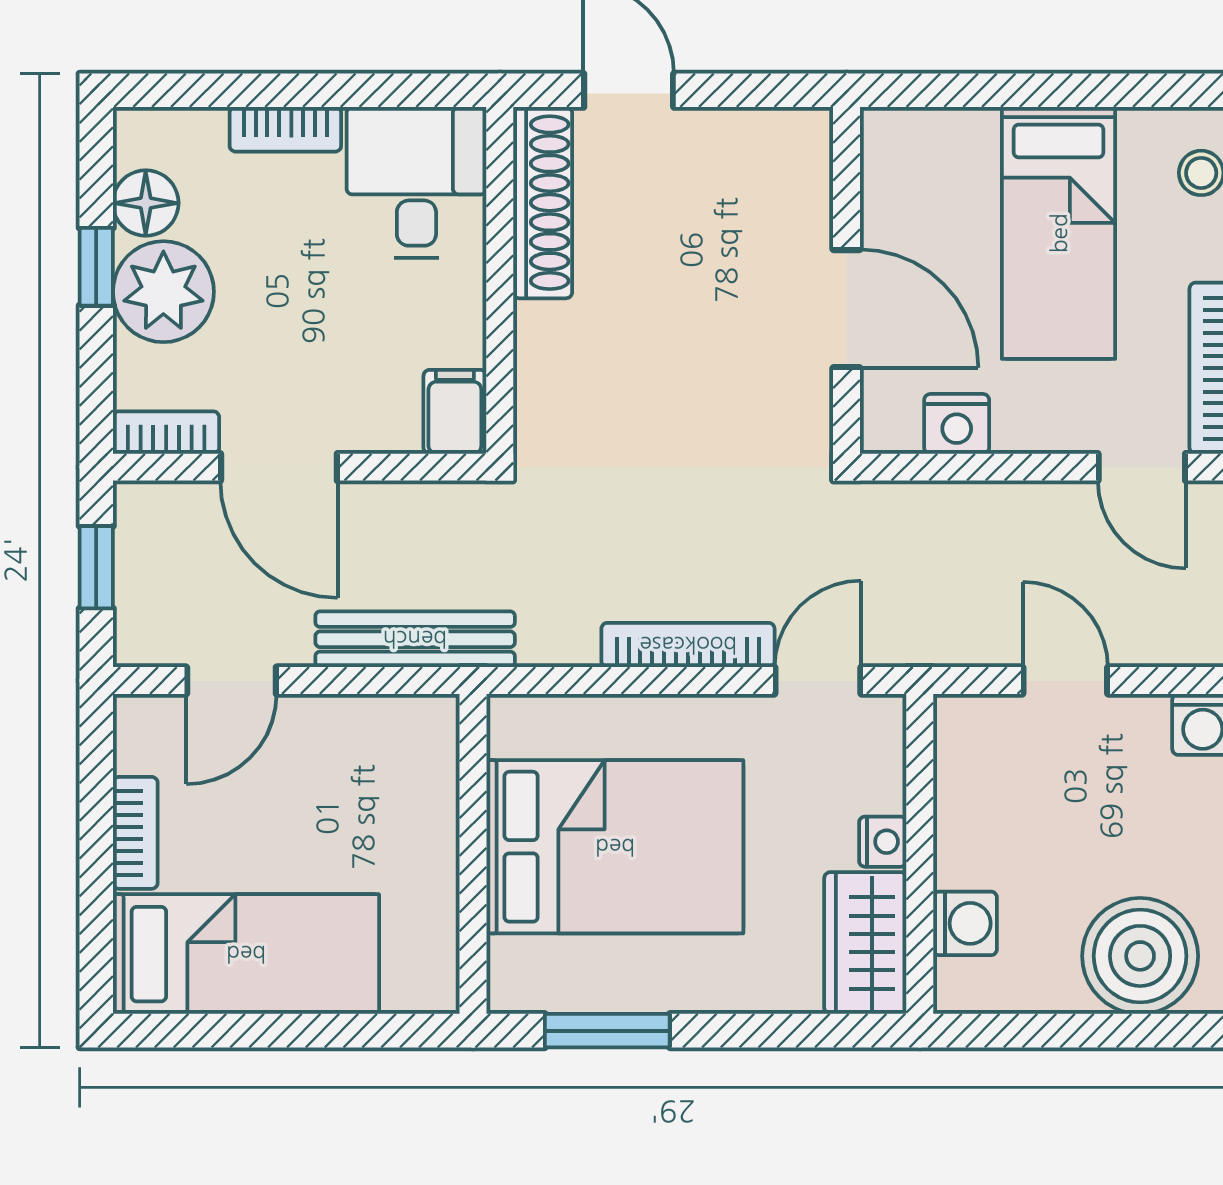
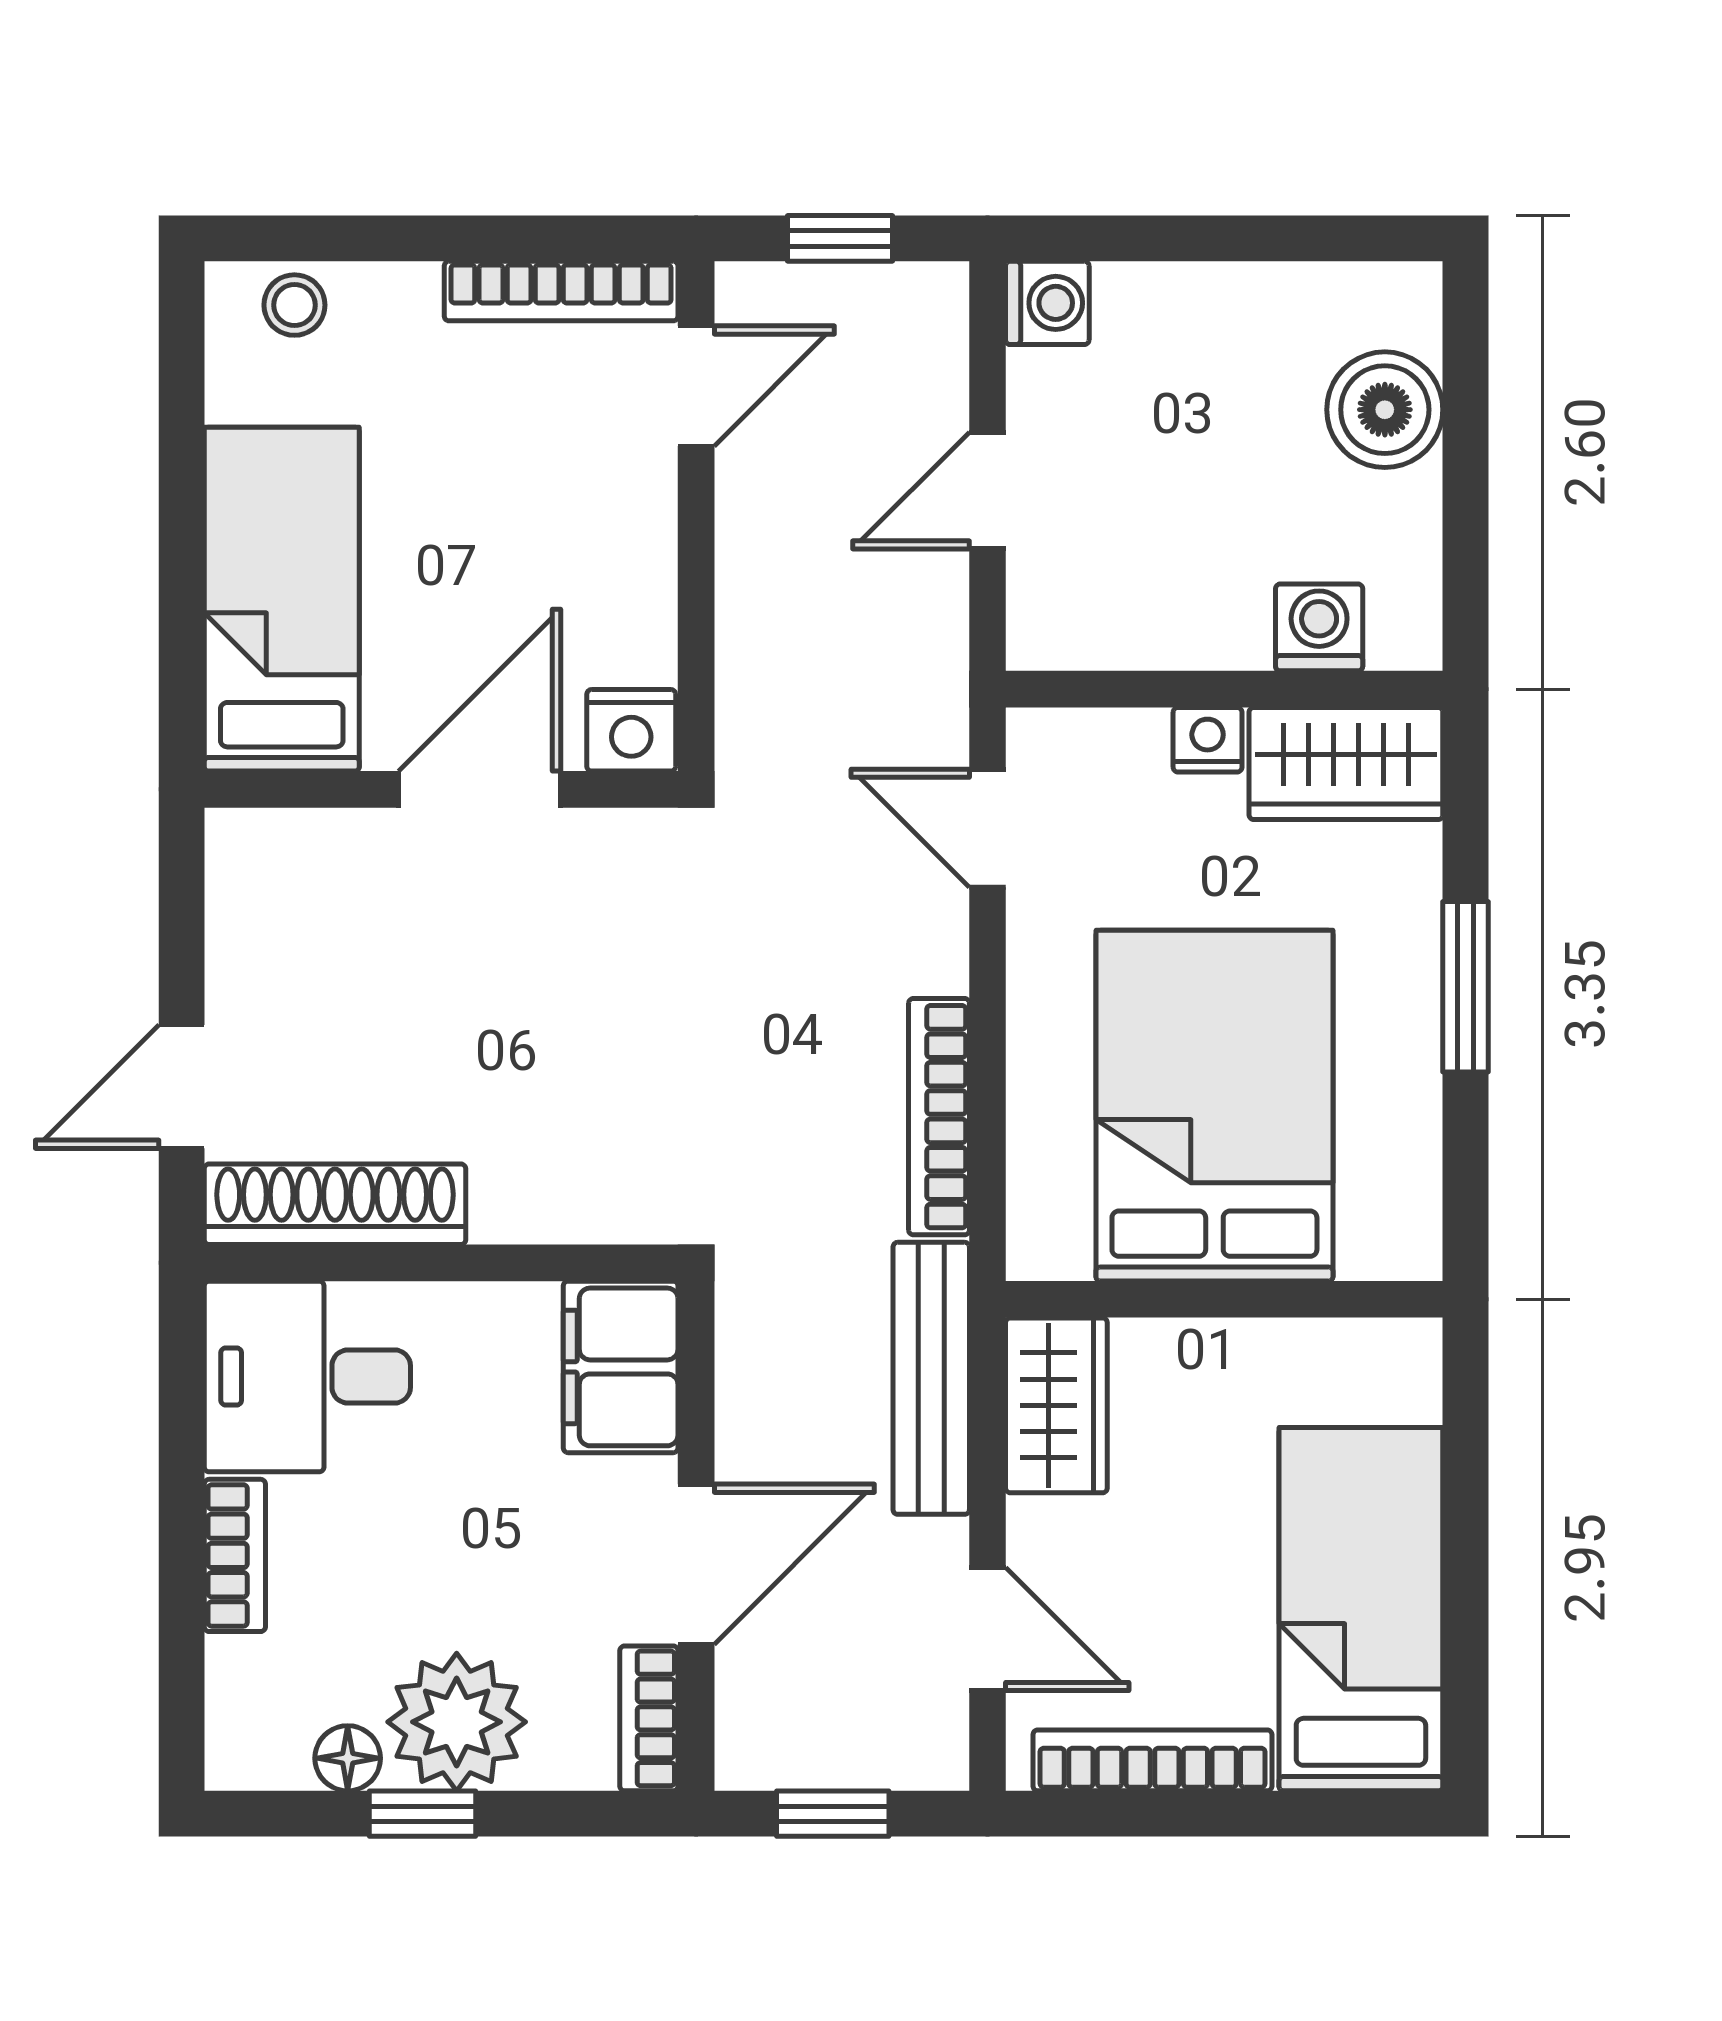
floor lamp: (146, 203) -> (348, 1758), width x0.73, depth x0.73
bed: (1059, 233) -> (282, 599), moved, turned -90
filing cabinet: (455, 412) -> (621, 1367), width x2.00
nightstand: (957, 424) -> (631, 730), moved, turned 90
bookcase: (688, 645) -> (939, 1117), moved
wardrobe: (395, 731) -> (1056, 1405), added
bookcase: (135, 833) -> (1152, 1760), width x1.56
boiler: (1140, 956) -> (1385, 410), width x0.73, depth x0.73
window: (607, 1031) -> (1466, 987), moved

